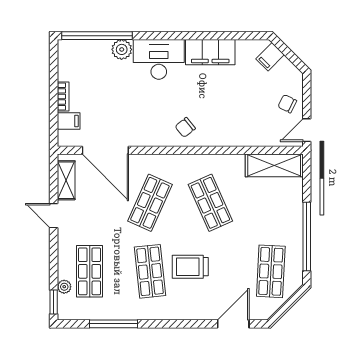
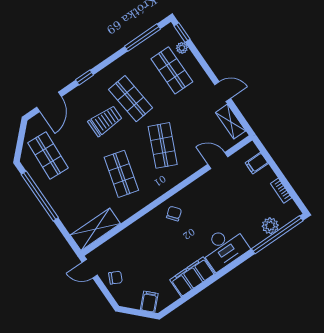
plant: (122, 49) -> (270, 226), moved
bookcase: (63, 96) -> (281, 191), moved
door: (307, 130) -> (90, 269), swing flipped
door: (105, 150) -> (218, 160), width x0.53
shop shelf: (210, 203) -> (121, 174), turned 39
window: (113, 324) -> (142, 38), moved
window: (181, 324) -> (84, 77), added

